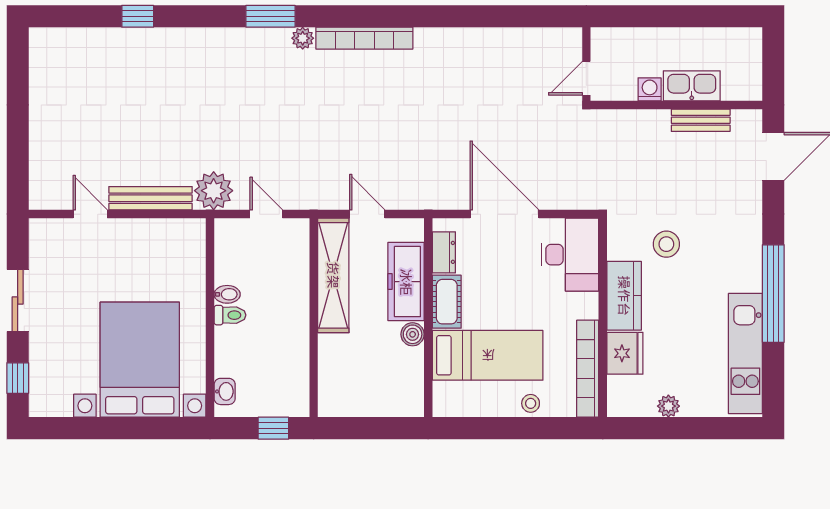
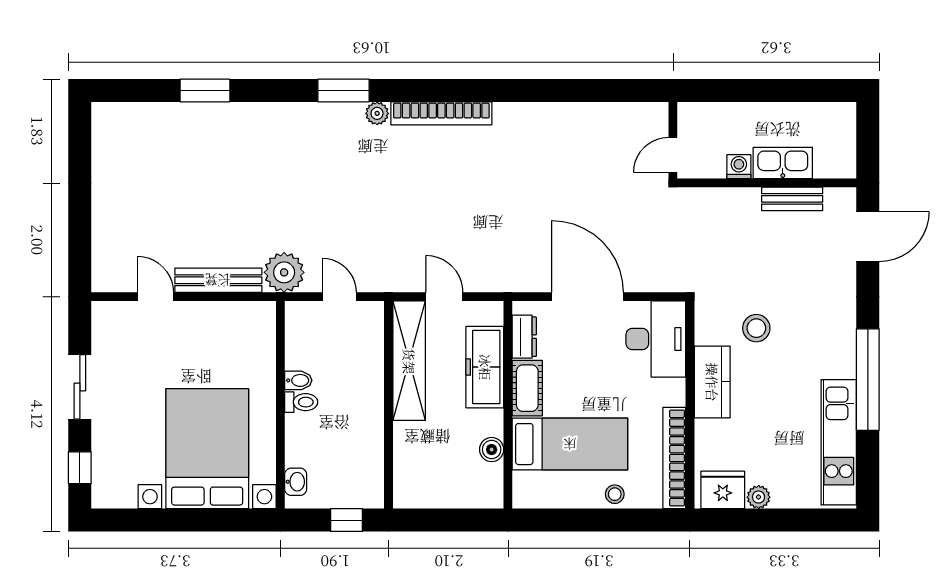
window: (138, 16) -> (205, 90), width x1.50
boiler: (413, 334) -> (492, 450), moved
fridge: (625, 353) -> (723, 490), moved, turned -90

